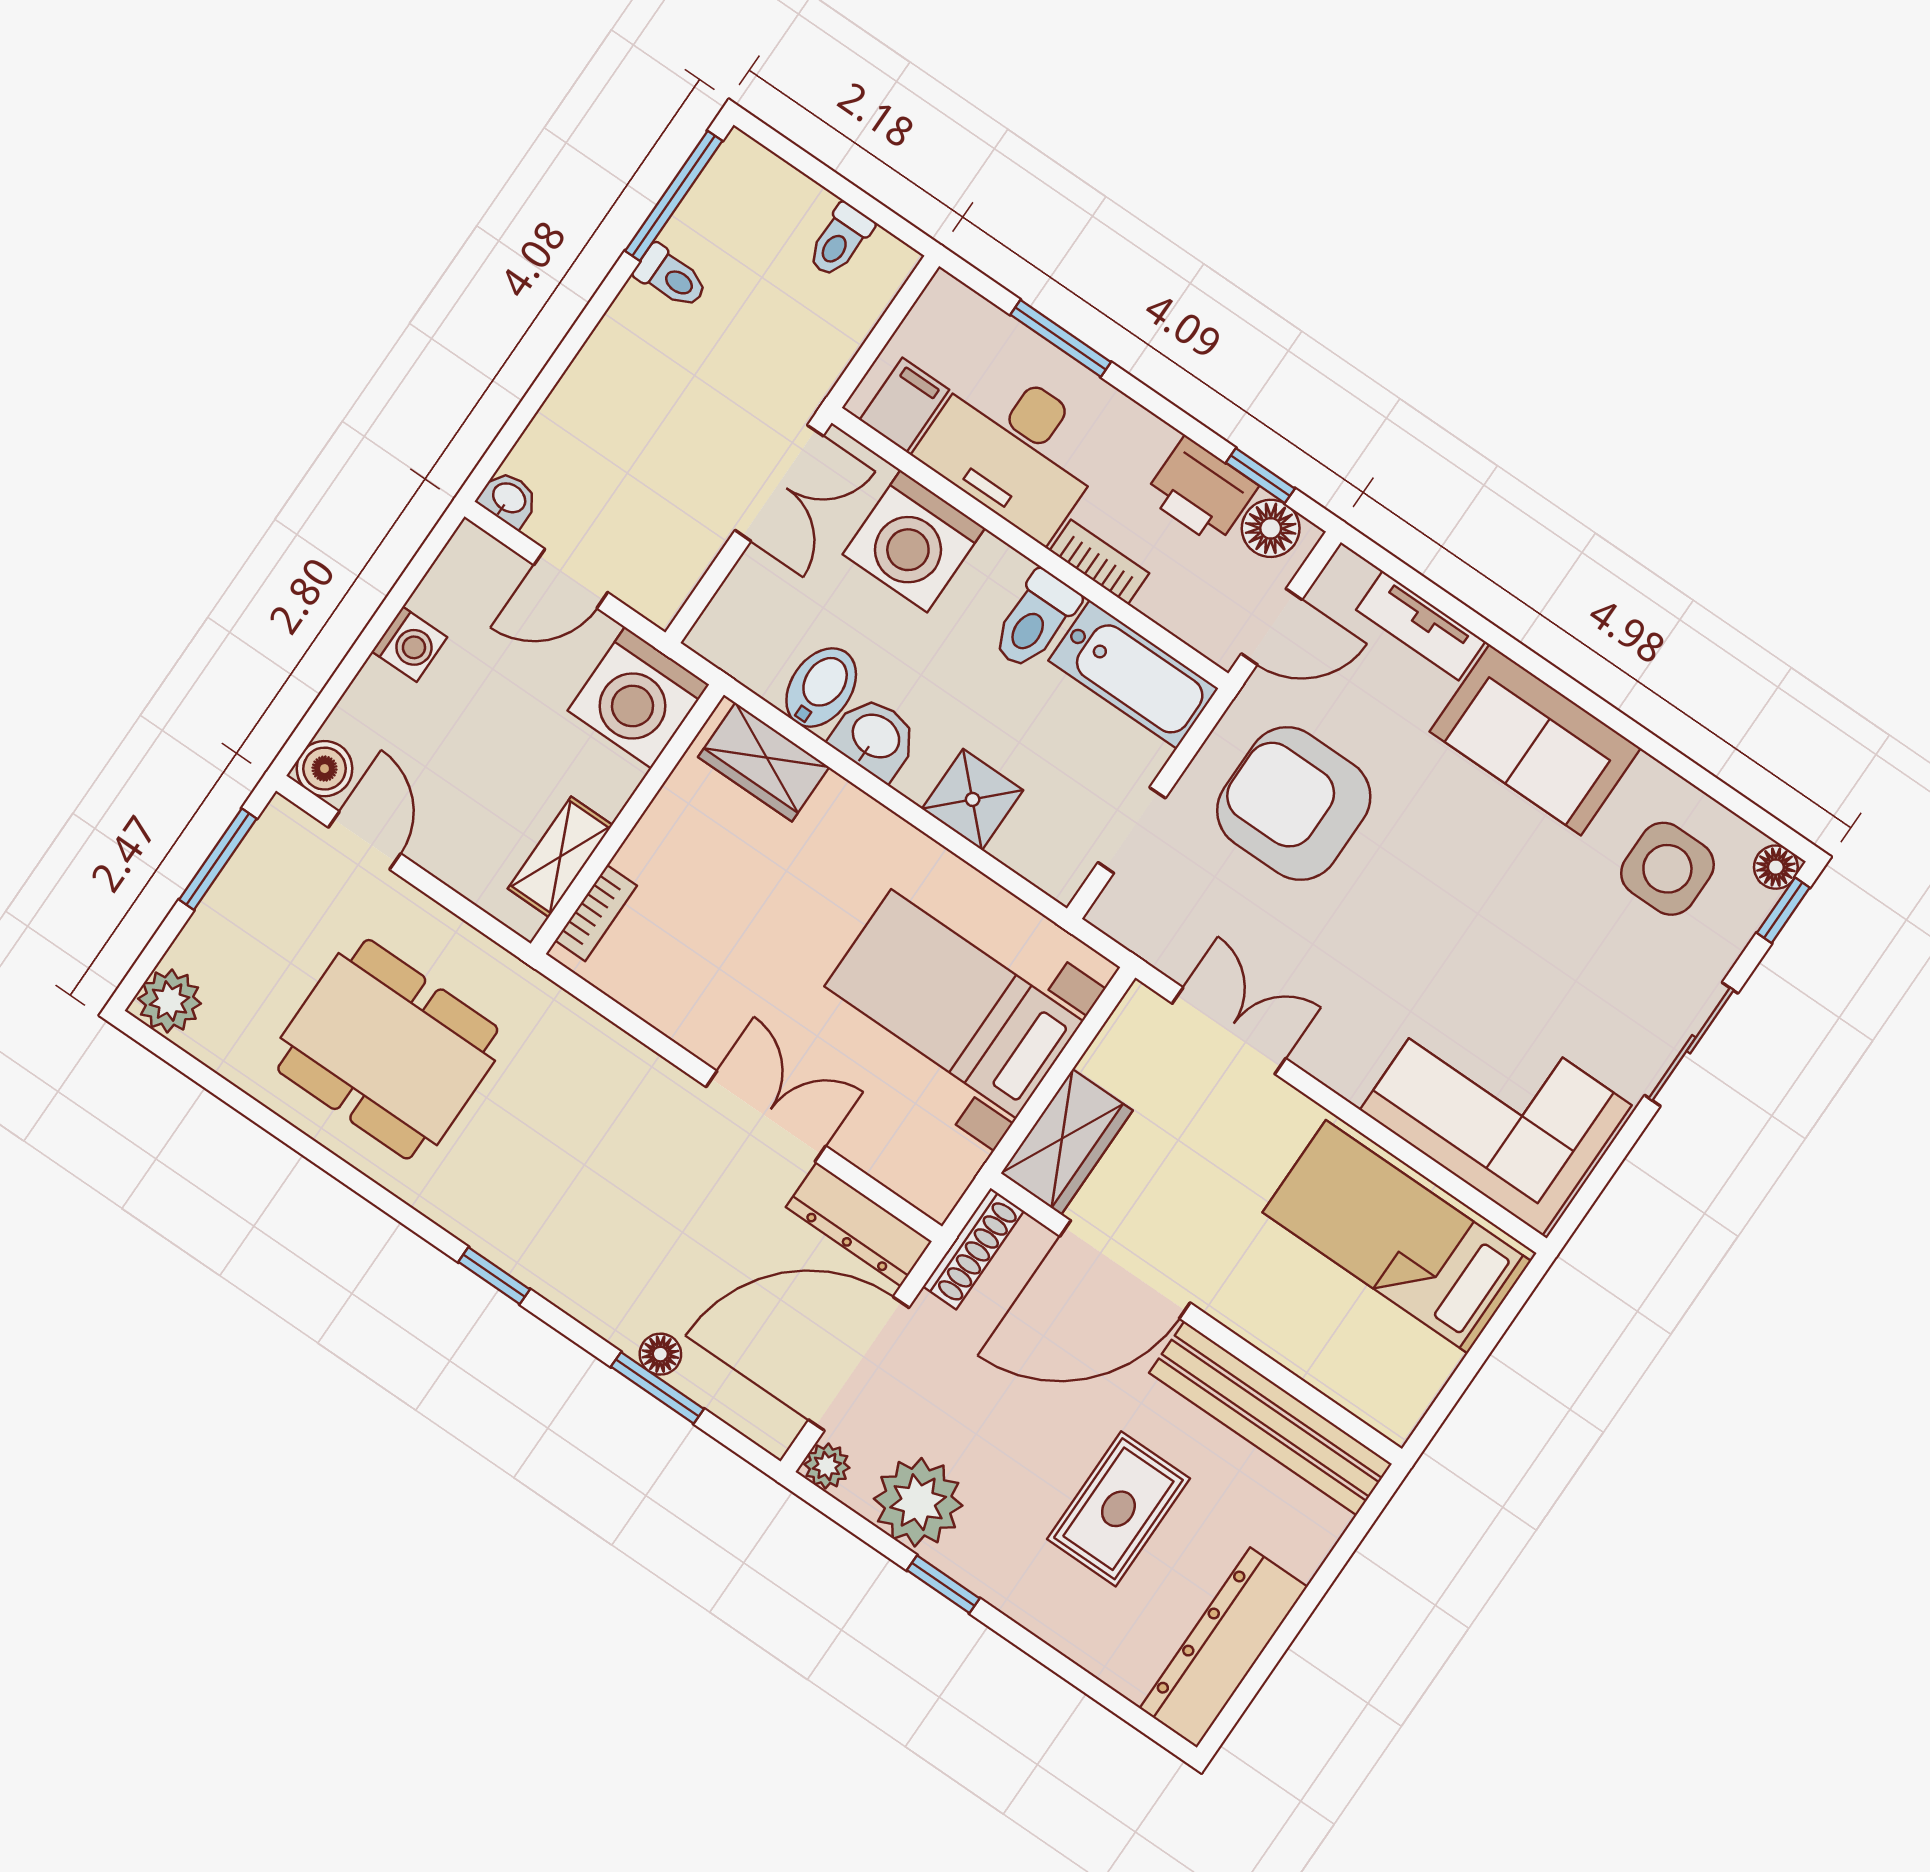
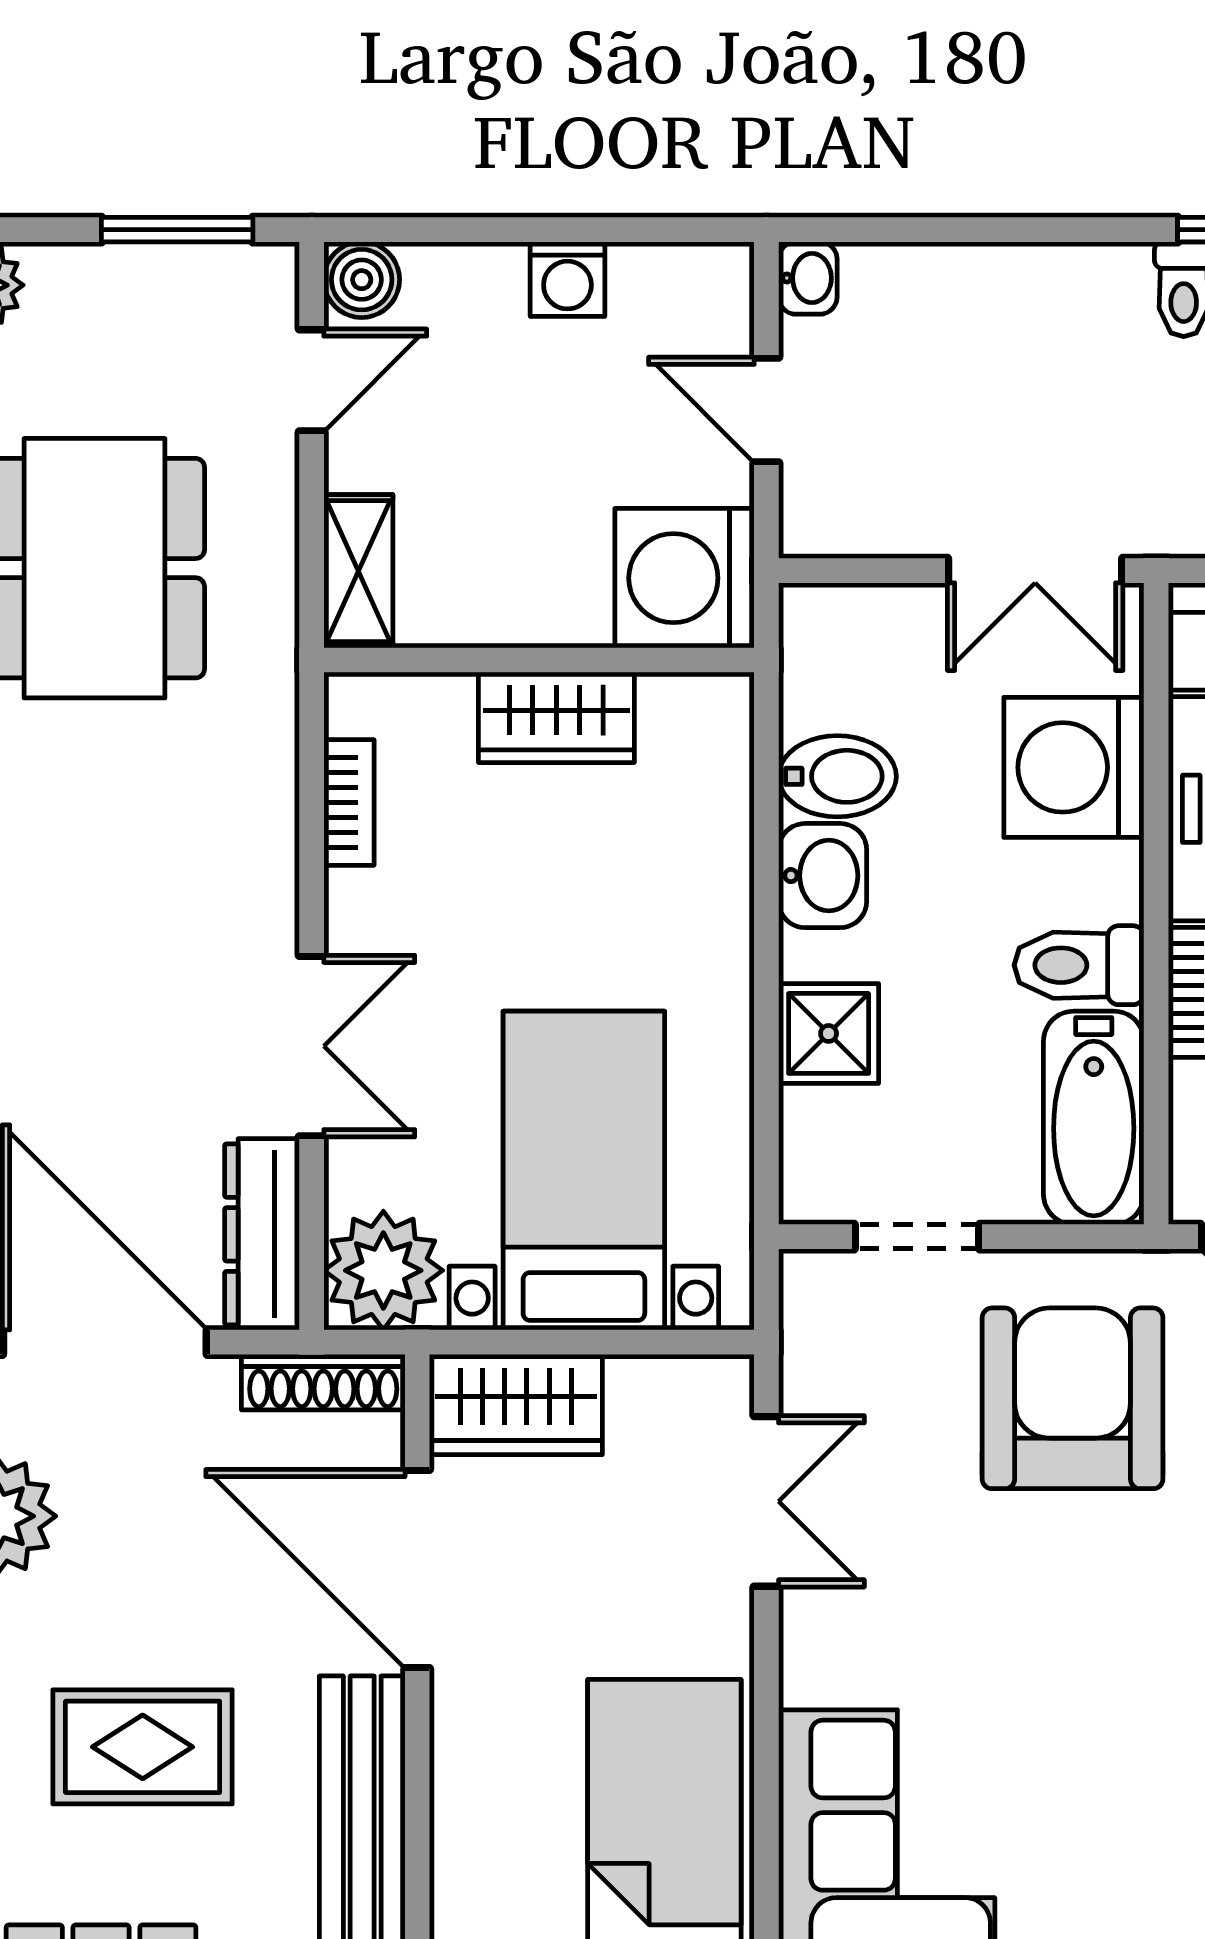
wardrobe: (764, 762) -> (556, 717), moved, turned -90
shelving: (560, 857) -> (358, 571), moved, turned 90
bookcase: (596, 913) -> (349, 803), moved, turned -90
plant: (931, 1166) -> (383, 1270), added

